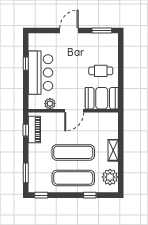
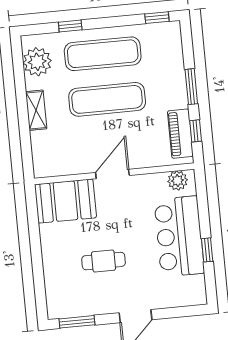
cafe table: (101, 71) -> (104, 261), moved
plant: (50, 104) -> (178, 181), moved
window: (26, 173) -> (191, 87), moved

